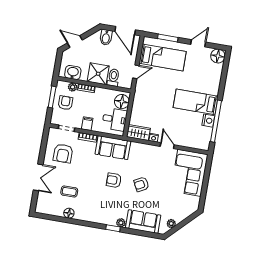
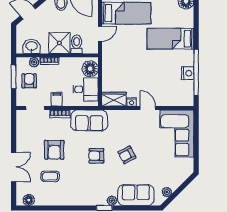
bed: (196, 102) -> (170, 39), moved
armchair: (63, 153) -> (54, 150), moved
floor lamp: (69, 213) -> (29, 200), moved

